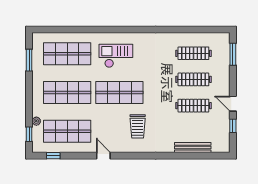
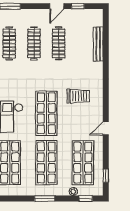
window: (29, 60) -> (45, 199), moved

